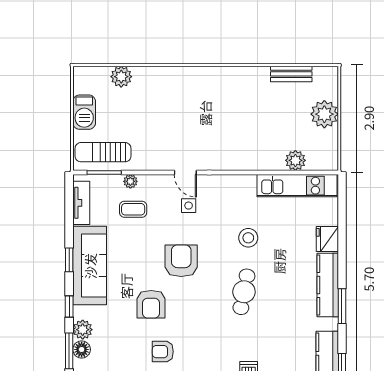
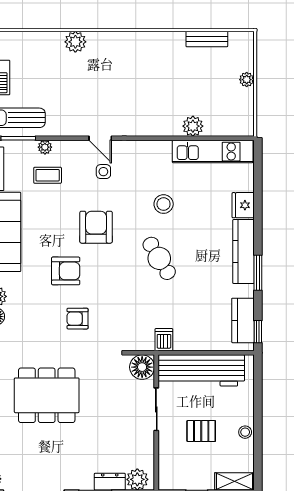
plant: (121, 77) -> (75, 42), moved
plant: (324, 114) -> (247, 80), width x0.53, depth x0.53
plant: (295, 160) -> (193, 126), moved
cafe table: (244, 292) -> (159, 258), turned -42
armchair: (151, 304) -> (66, 271), turned -90

